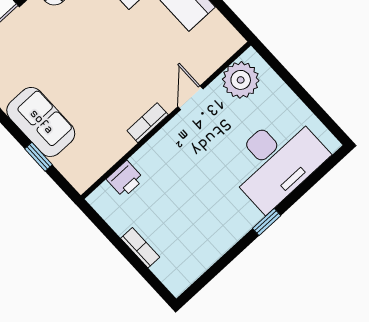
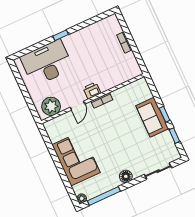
window: (38, 157) -> (165, 114), moved
printer: (125, 179) -> (92, 91), moved

